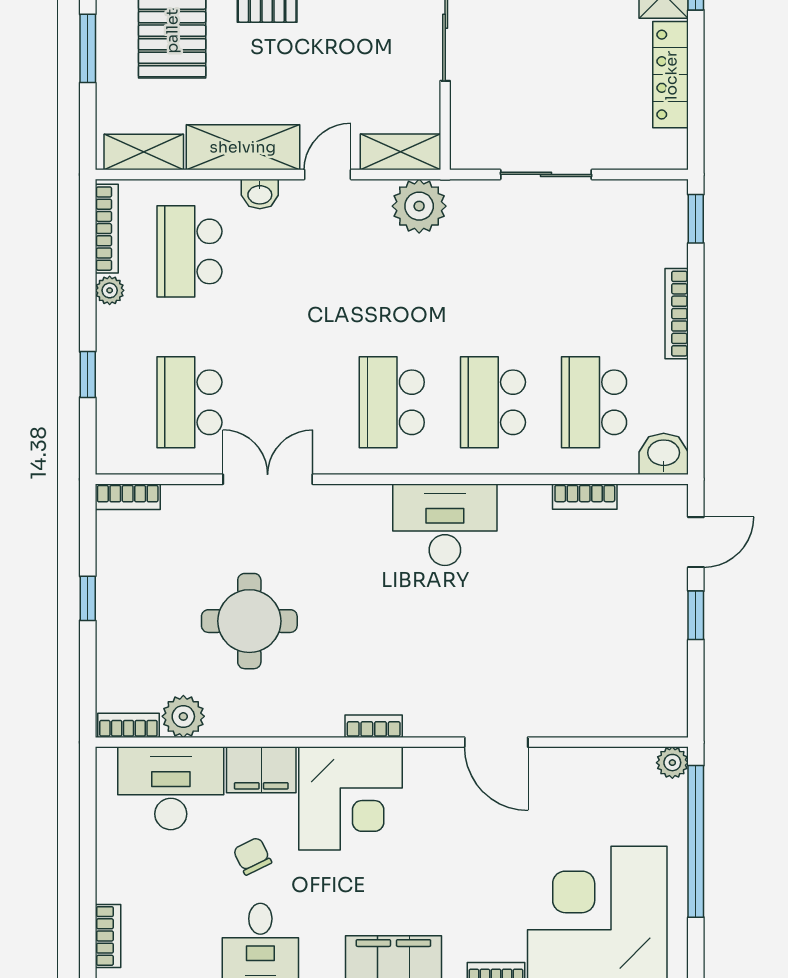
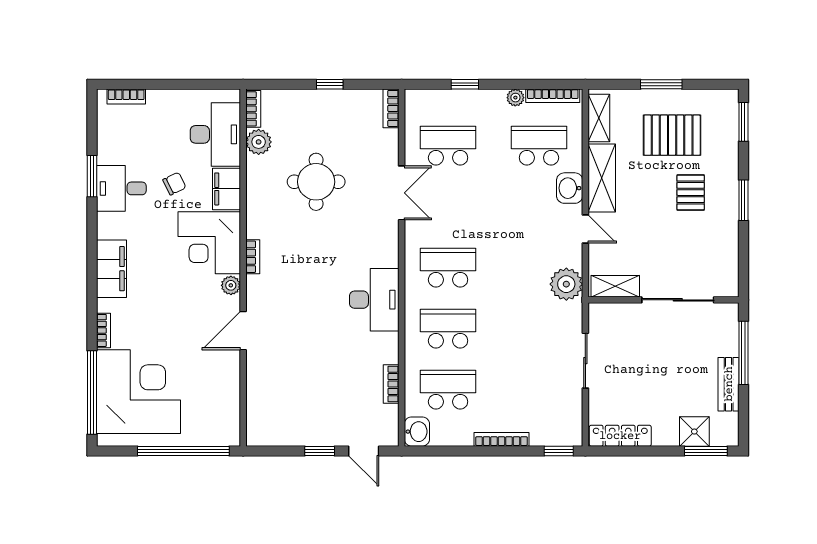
locker: (671, 75) -> (620, 436), moved
shelving: (401, 152) -> (615, 286), moved, turned 90
washbasin: (260, 194) -> (570, 188), width x1.38, depth x1.45
plant: (672, 763) -> (231, 285), moved

